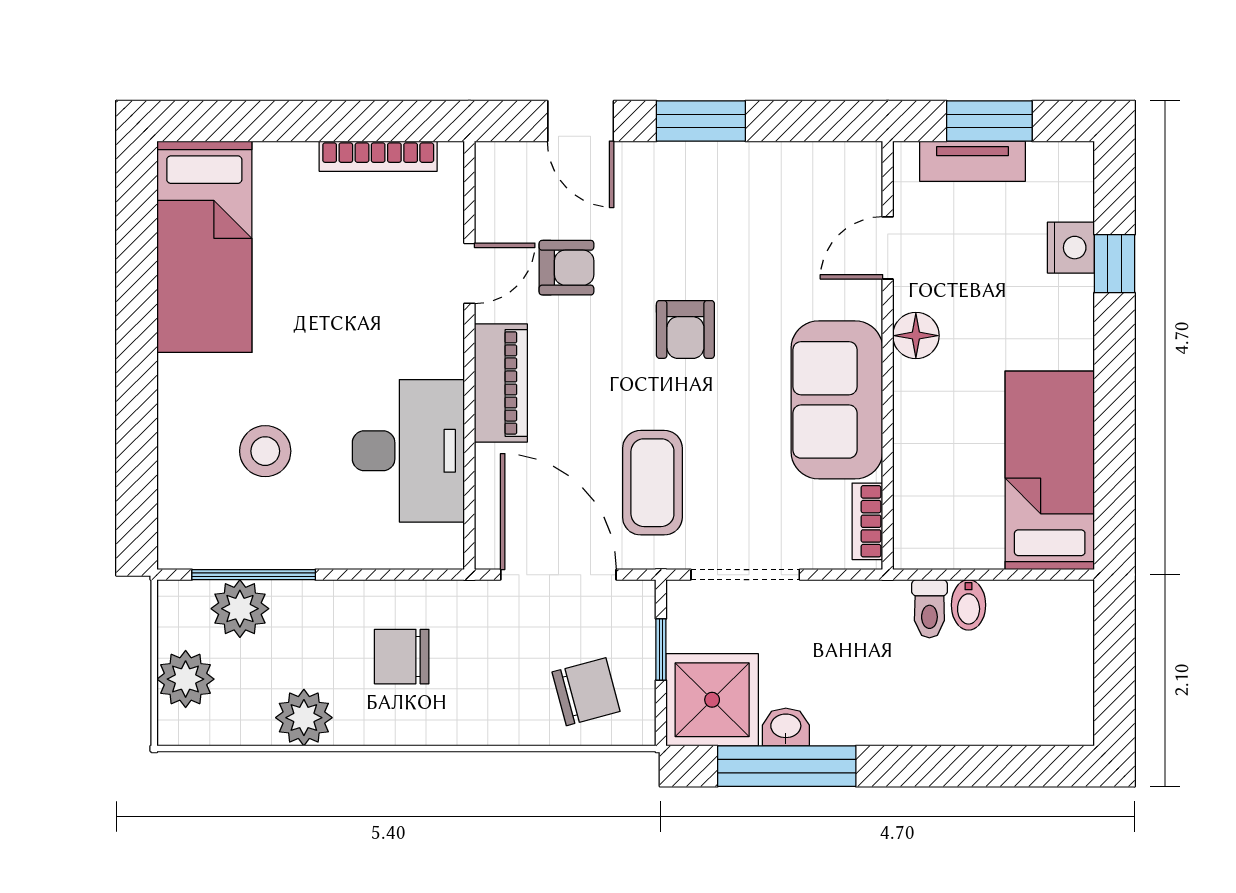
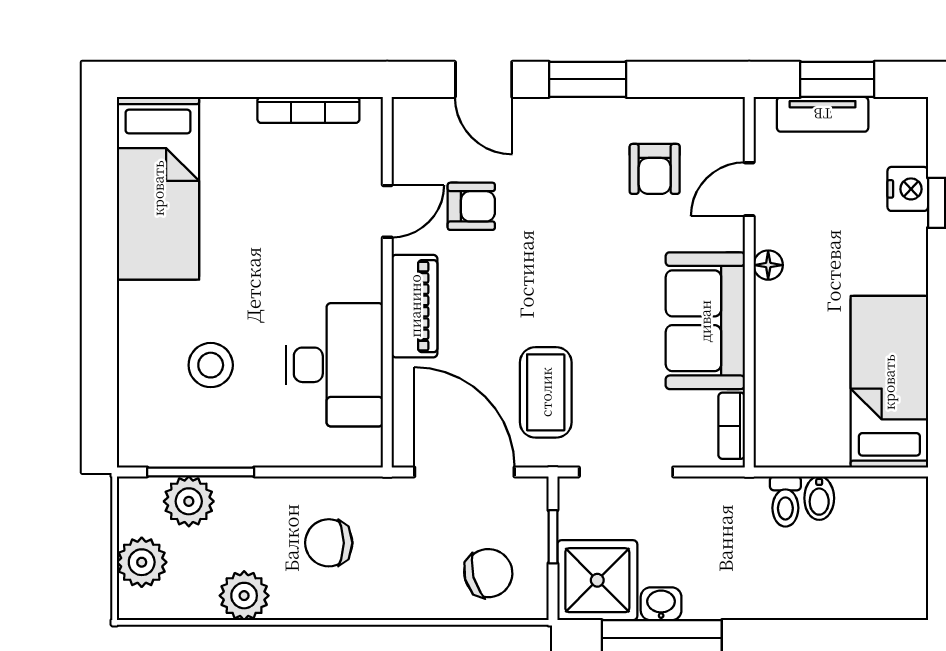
armchair: (685, 329) -> (655, 169), moved
floor lamp: (916, 336) -> (768, 265), width x0.73, depth x0.73

